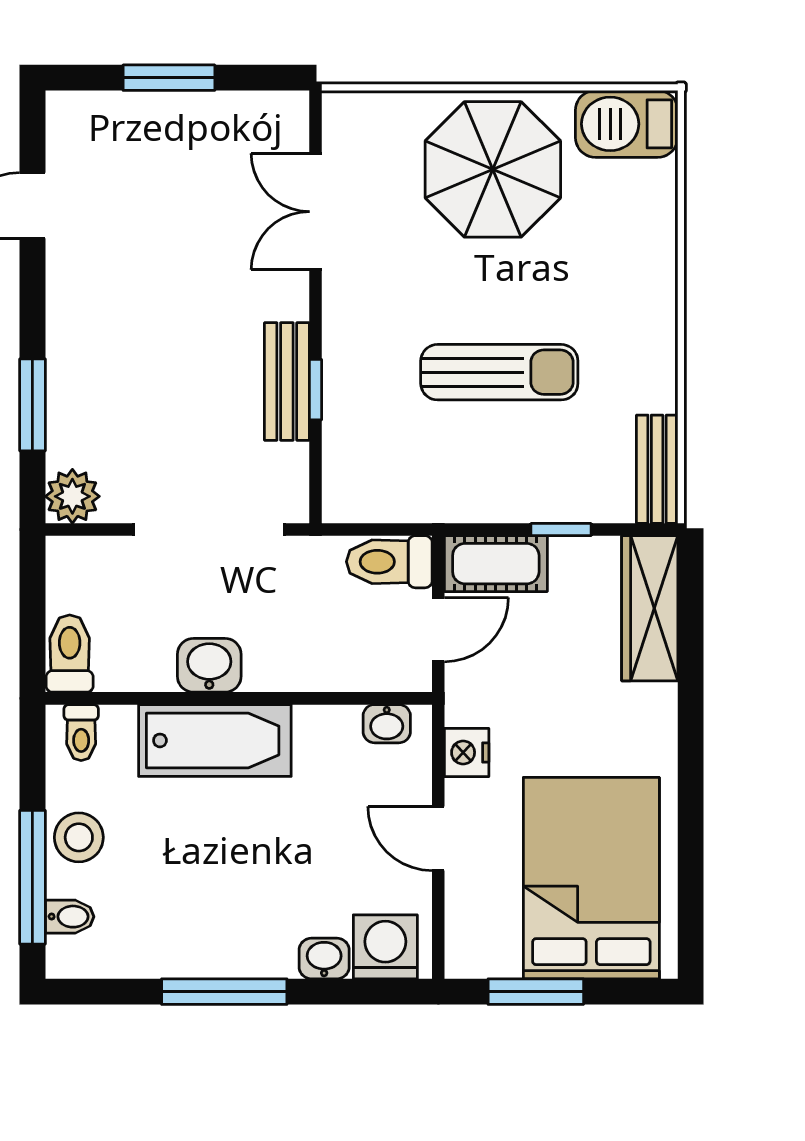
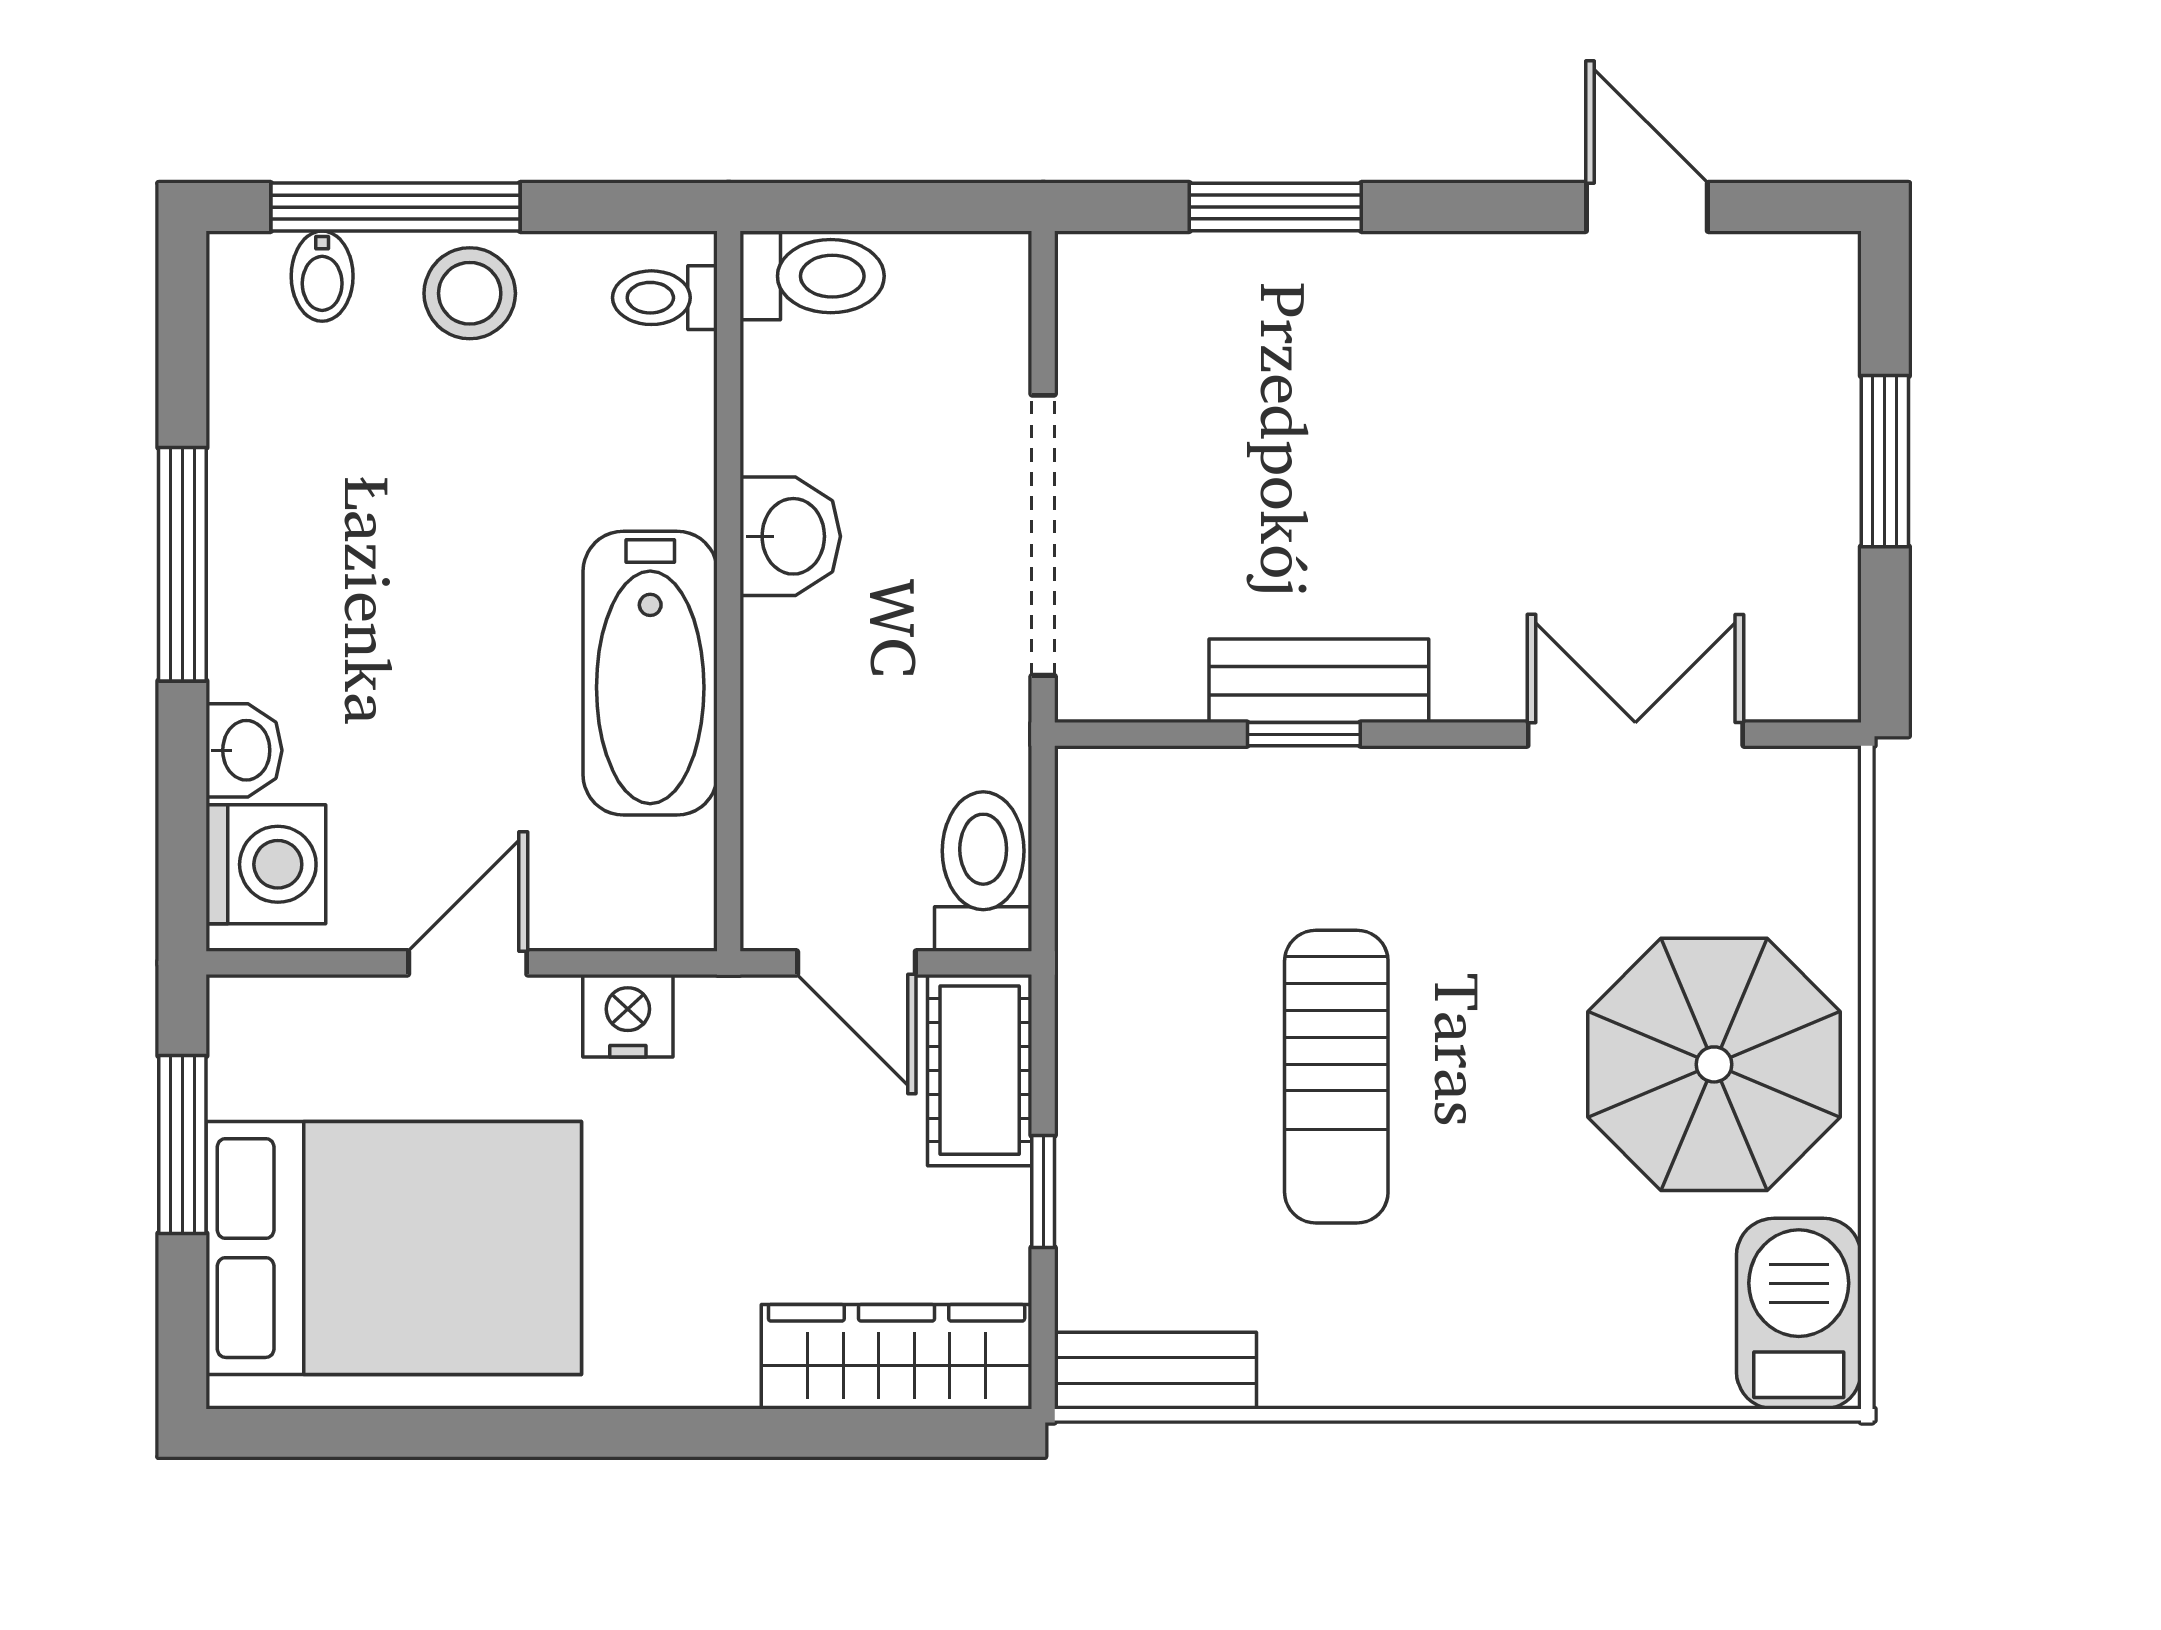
plant: (72, 496) -> (1105, 281), removed
washbasin: (387, 724) -> (682, 867), removed
bathtub: (215, 740) -> (650, 673), moved

